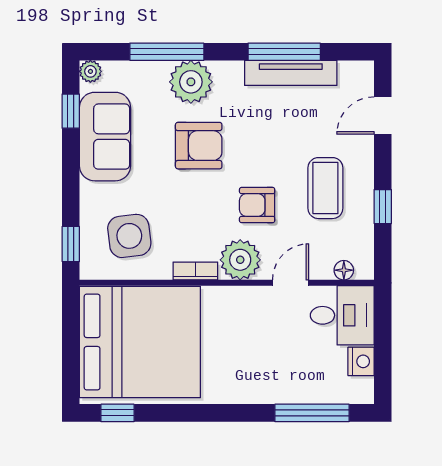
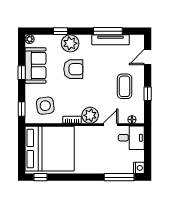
window: (167, 52) -> (60, 31), width x0.46
window: (71, 111) -> (22, 73), moved
armchair: (257, 205) -> (97, 93), removed
nightstand: (361, 361) -> (139, 168), moved

